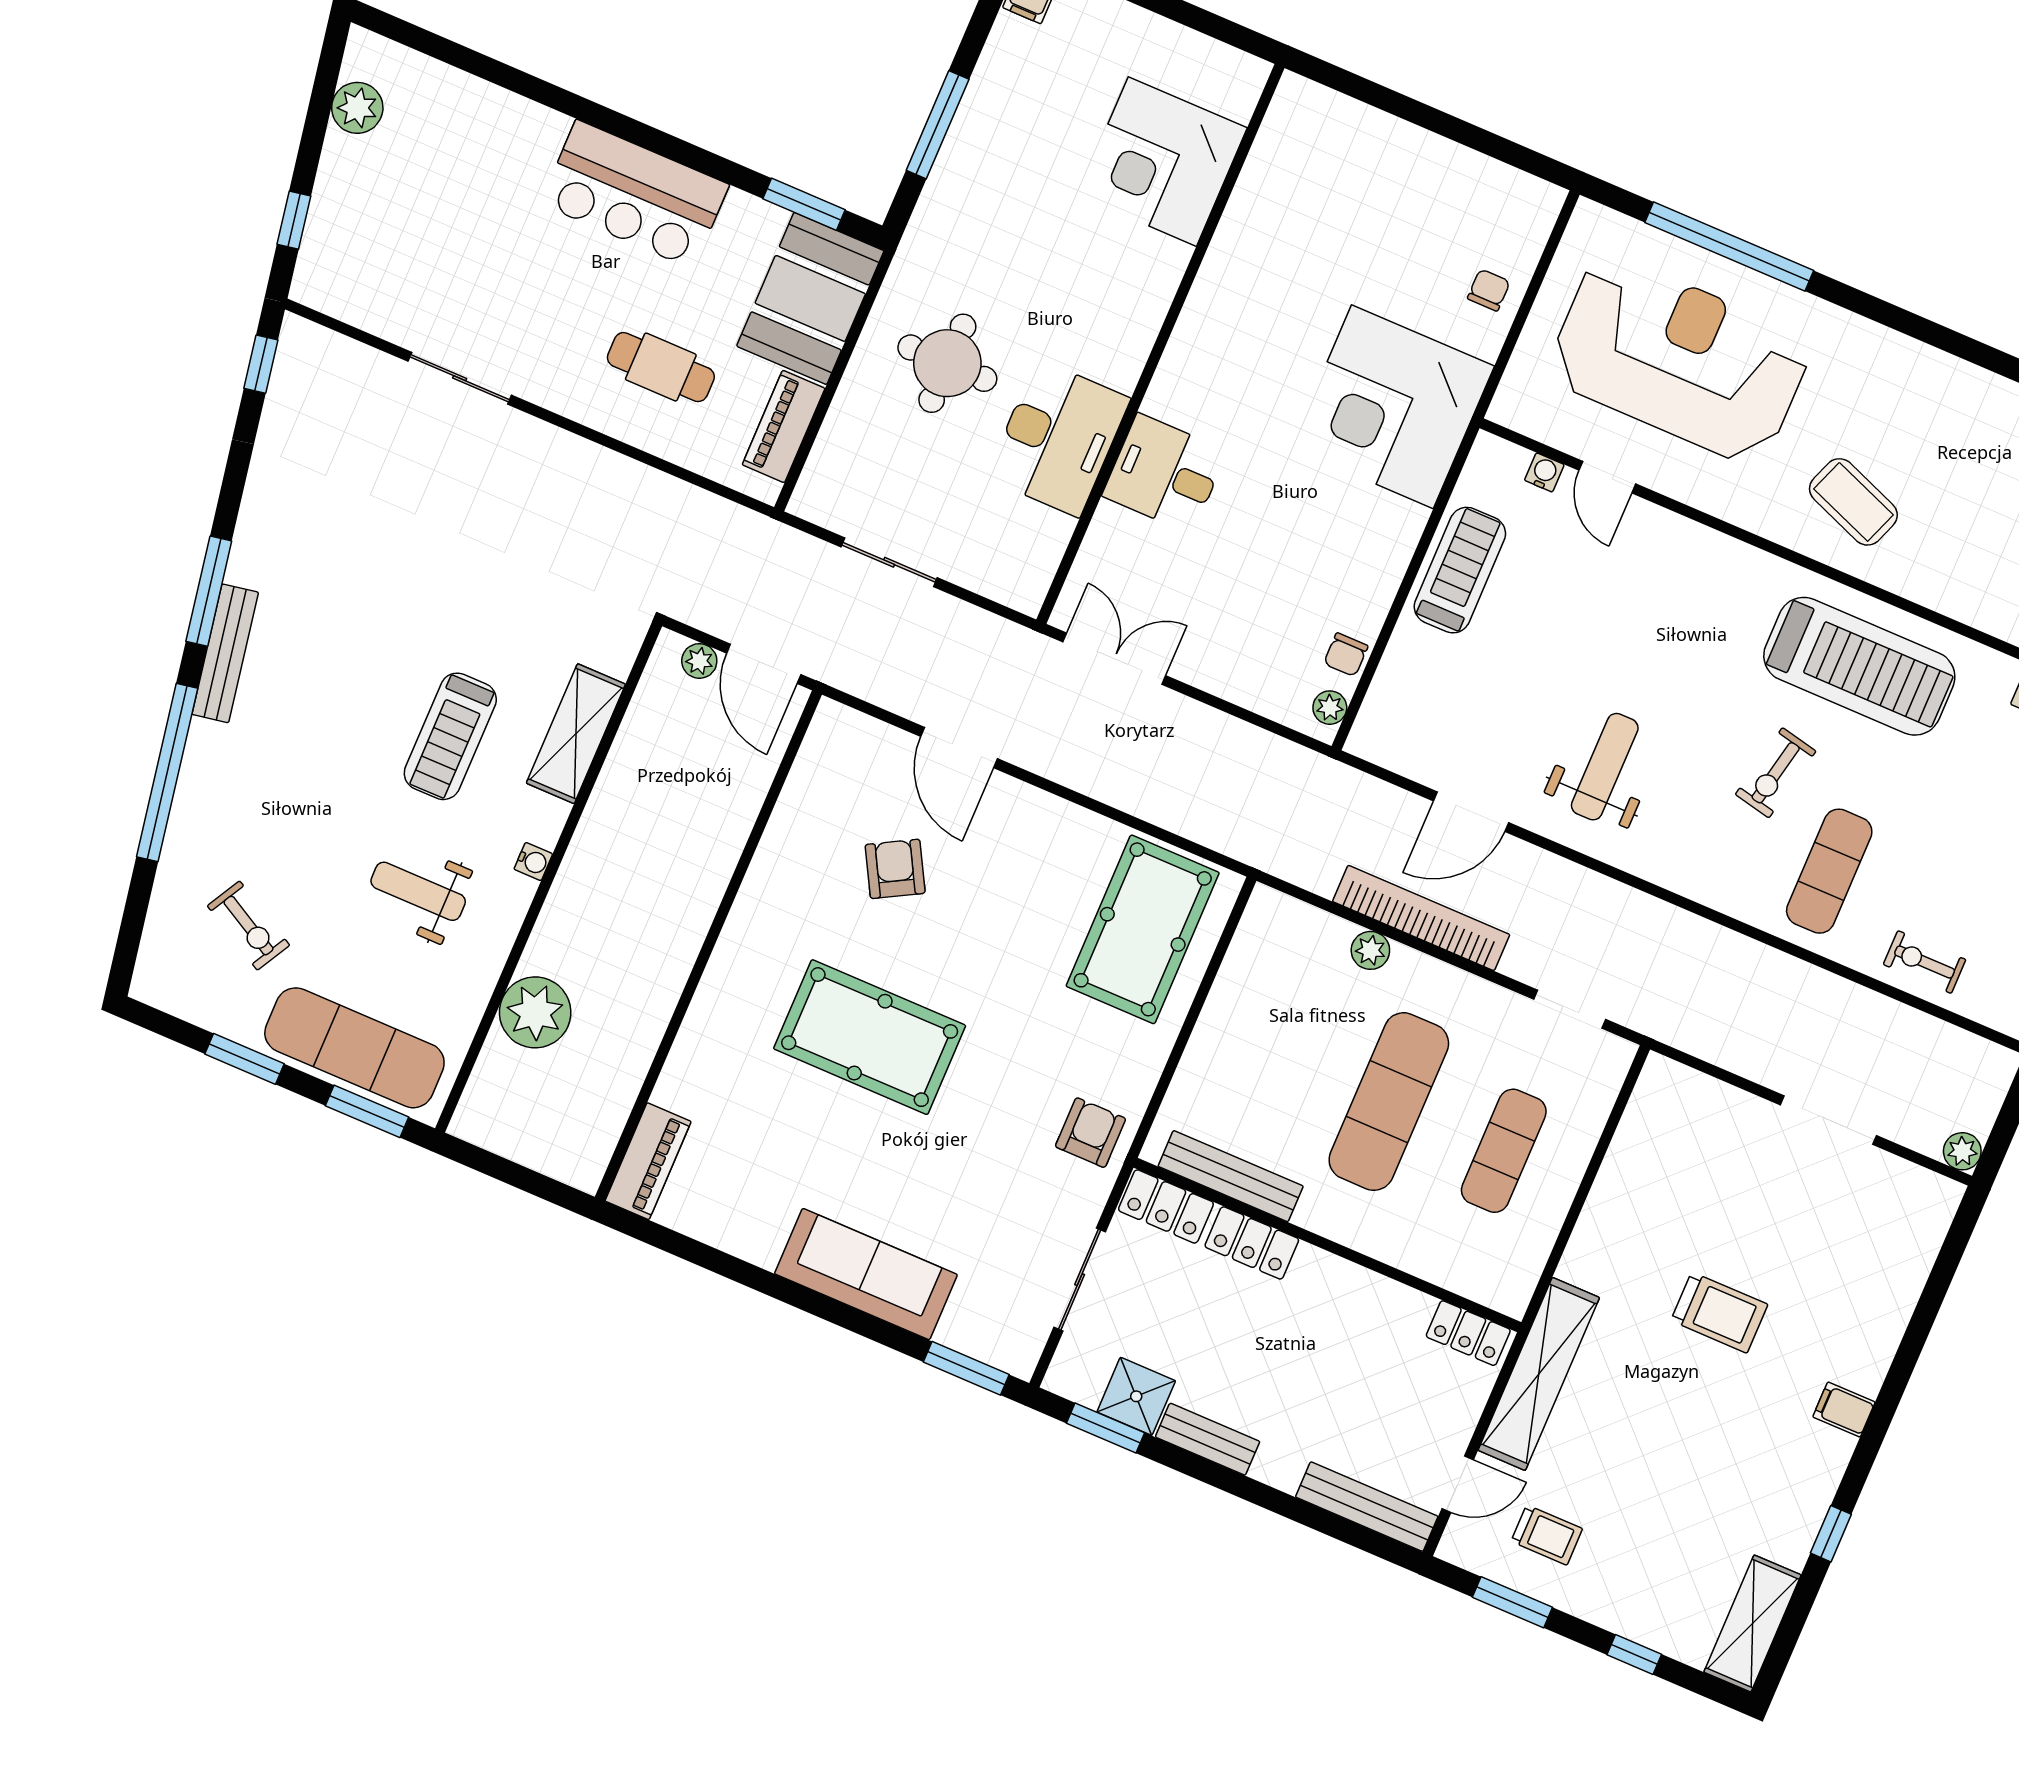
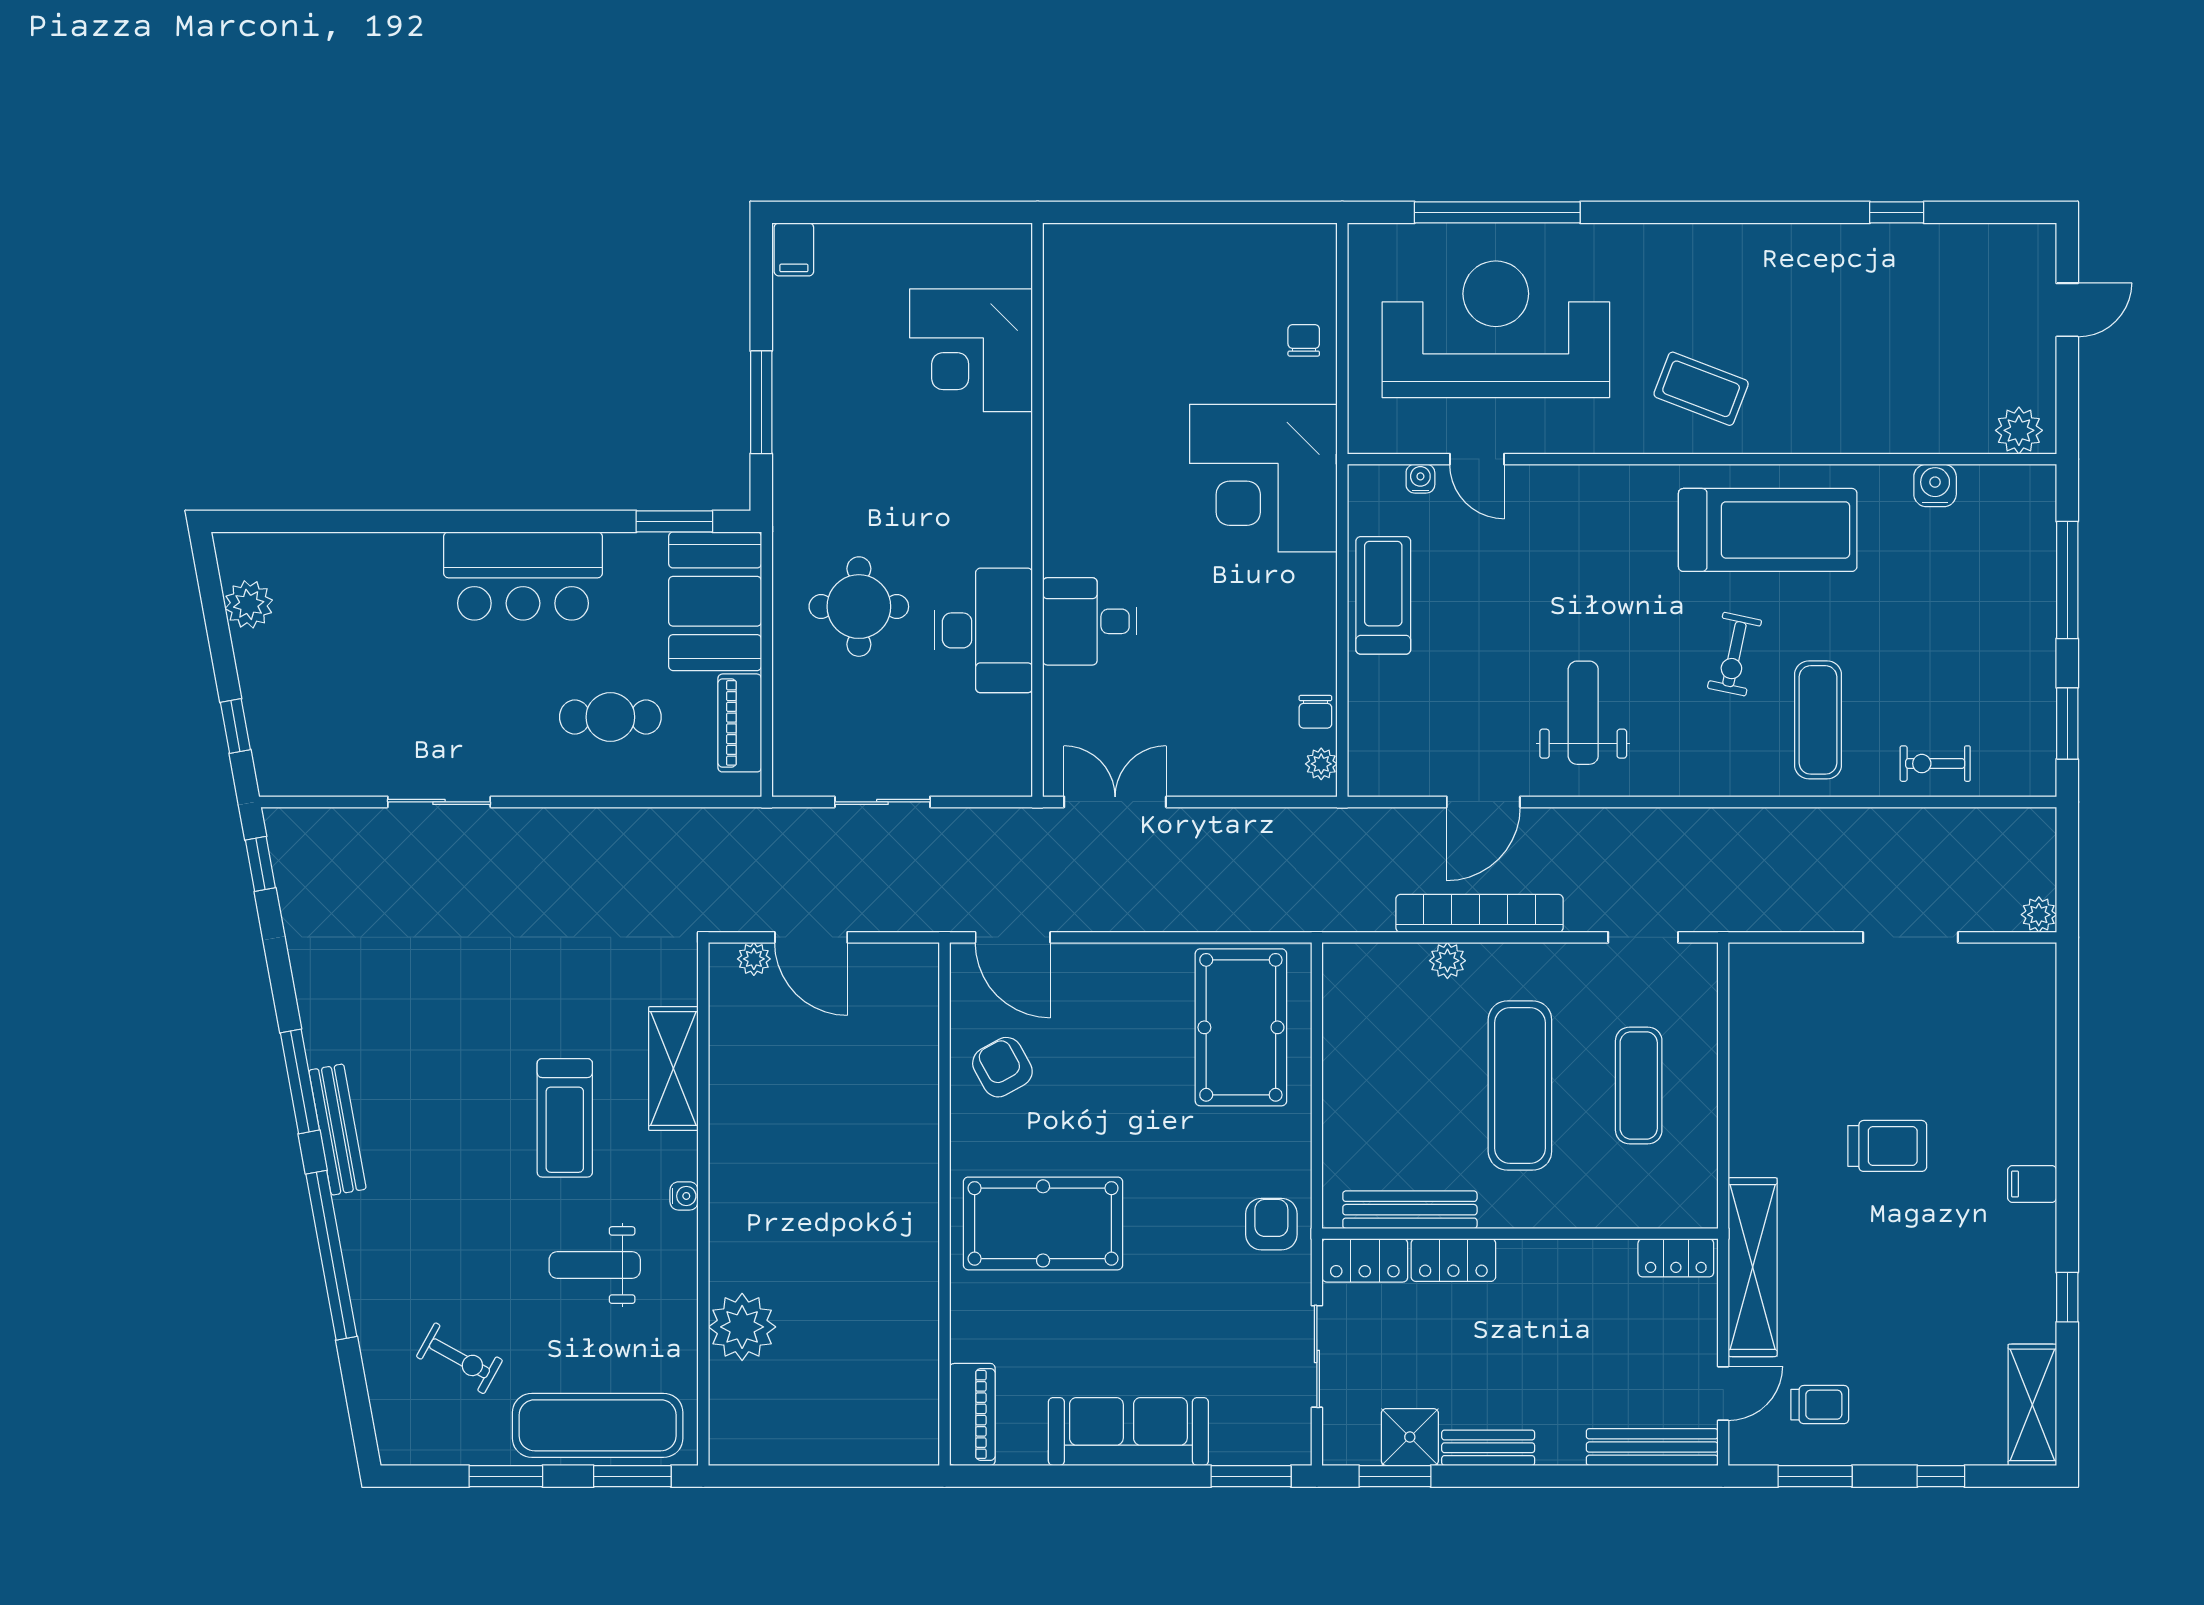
wall: (708, 946) -> (944, 1204), moved
piano: (648, 1161) -> (972, 1414), moved

